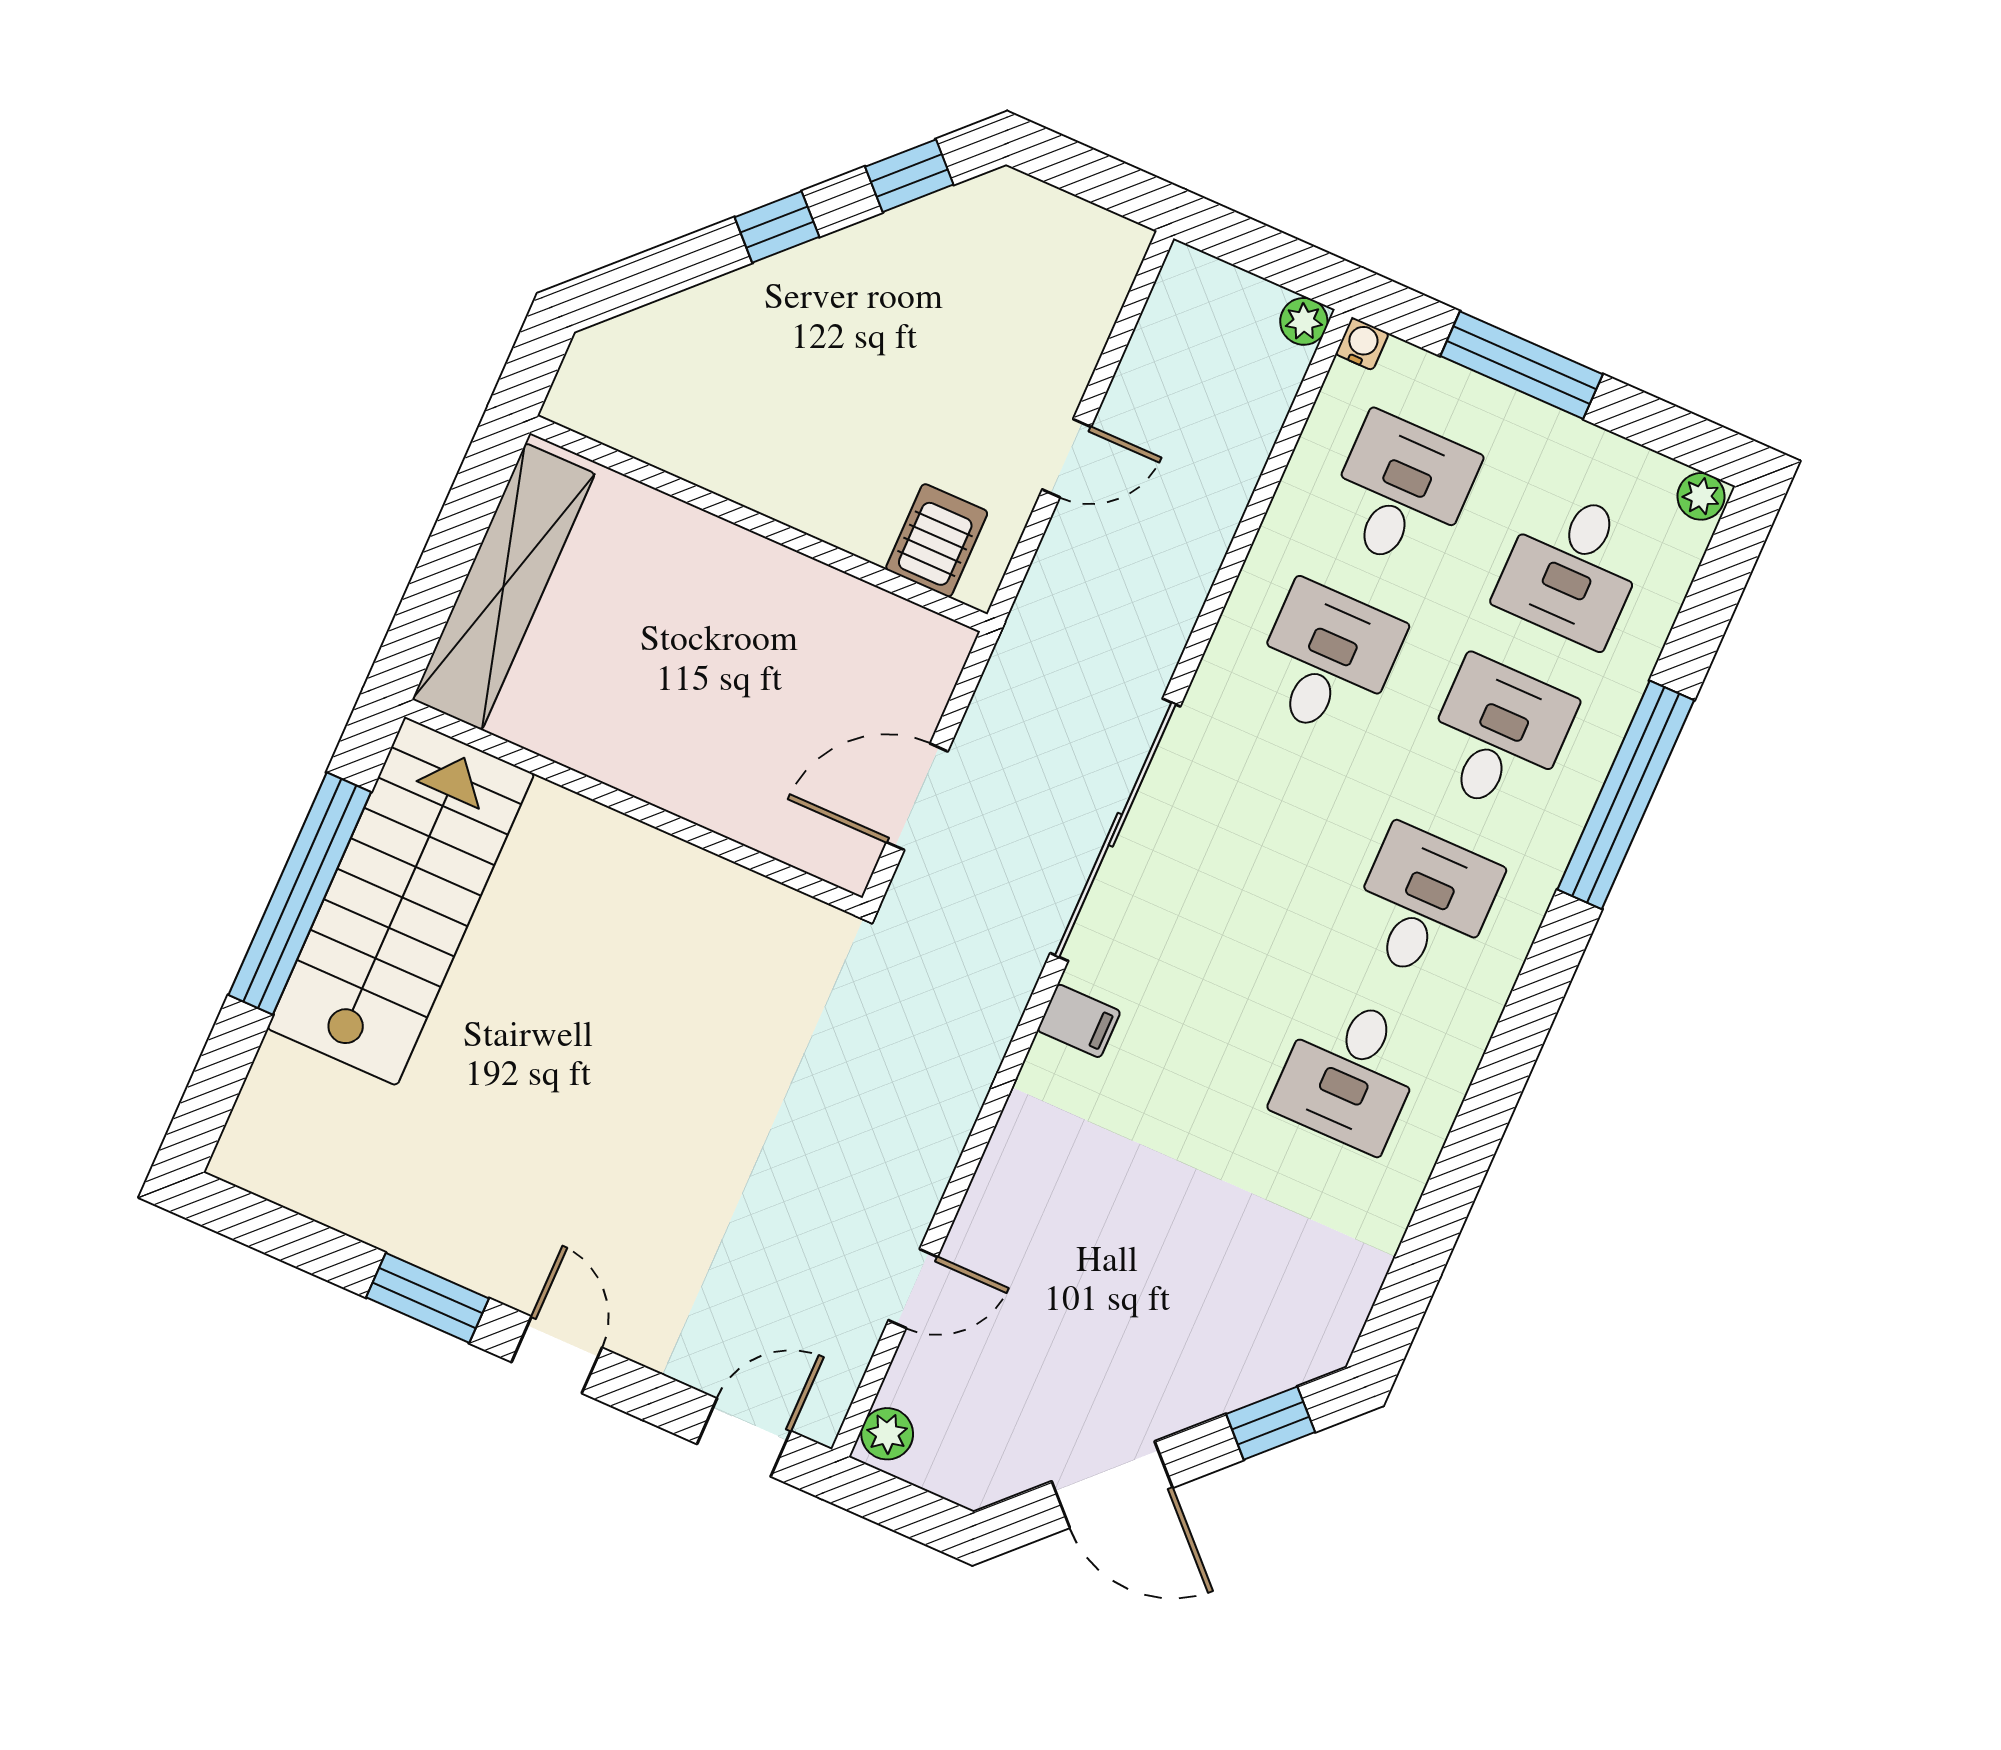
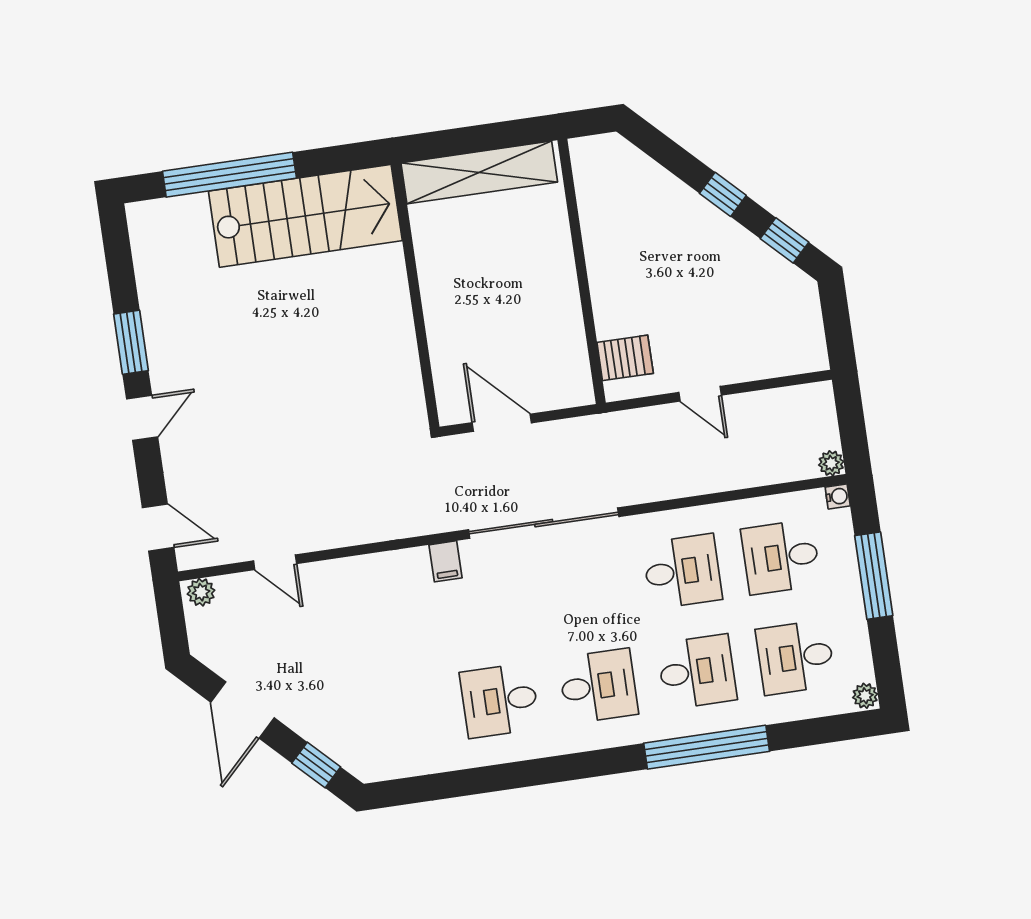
desk: (1401, 492) -> (781, 557), turned 180
window: (300, 893) -> (229, 175), moved

